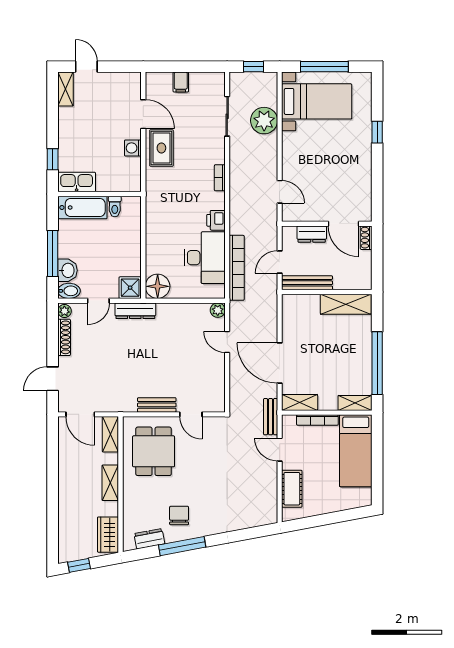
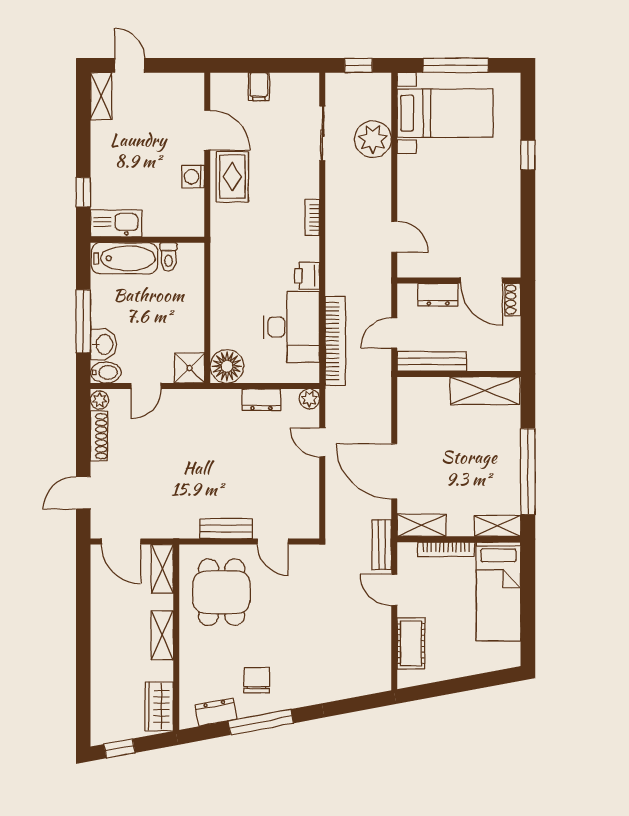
dresser: (135, 311) -> (261, 400), moved, width x0.70

